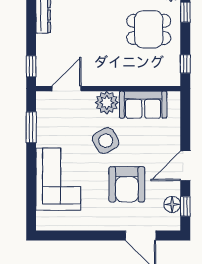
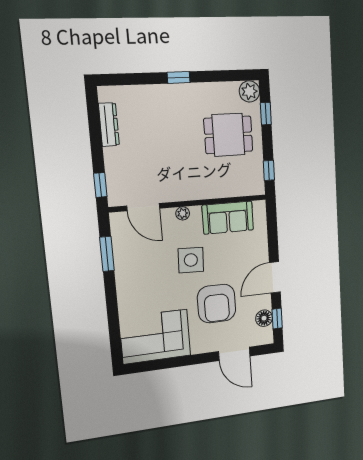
door: (67, 89) -> (143, 207), swing flipped
plant: (107, 103) -> (183, 213), width x0.53, depth x0.53
side table: (106, 141) -> (191, 260), turned 31
corner sofa: (58, 179) -> (155, 337), moved, turned -90

